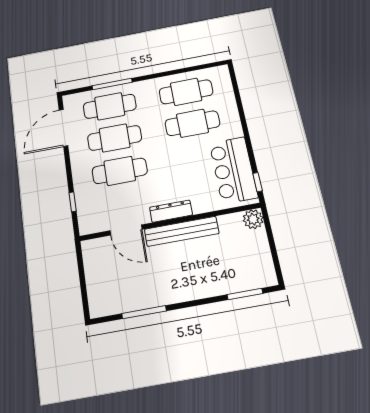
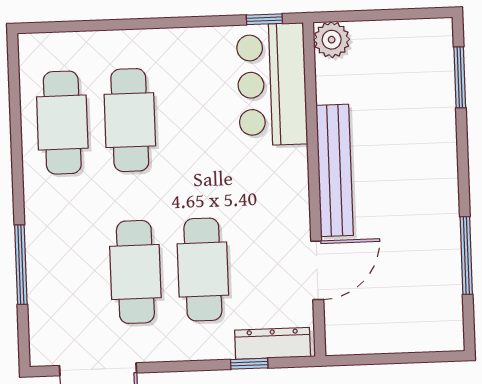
cafe table: (110, 106) -> (68, 274), removed
bar counter: (233, 170) -> (272, 84), moved, turned 90
dresser: (171, 211) -> (273, 343), moved, turned 90

